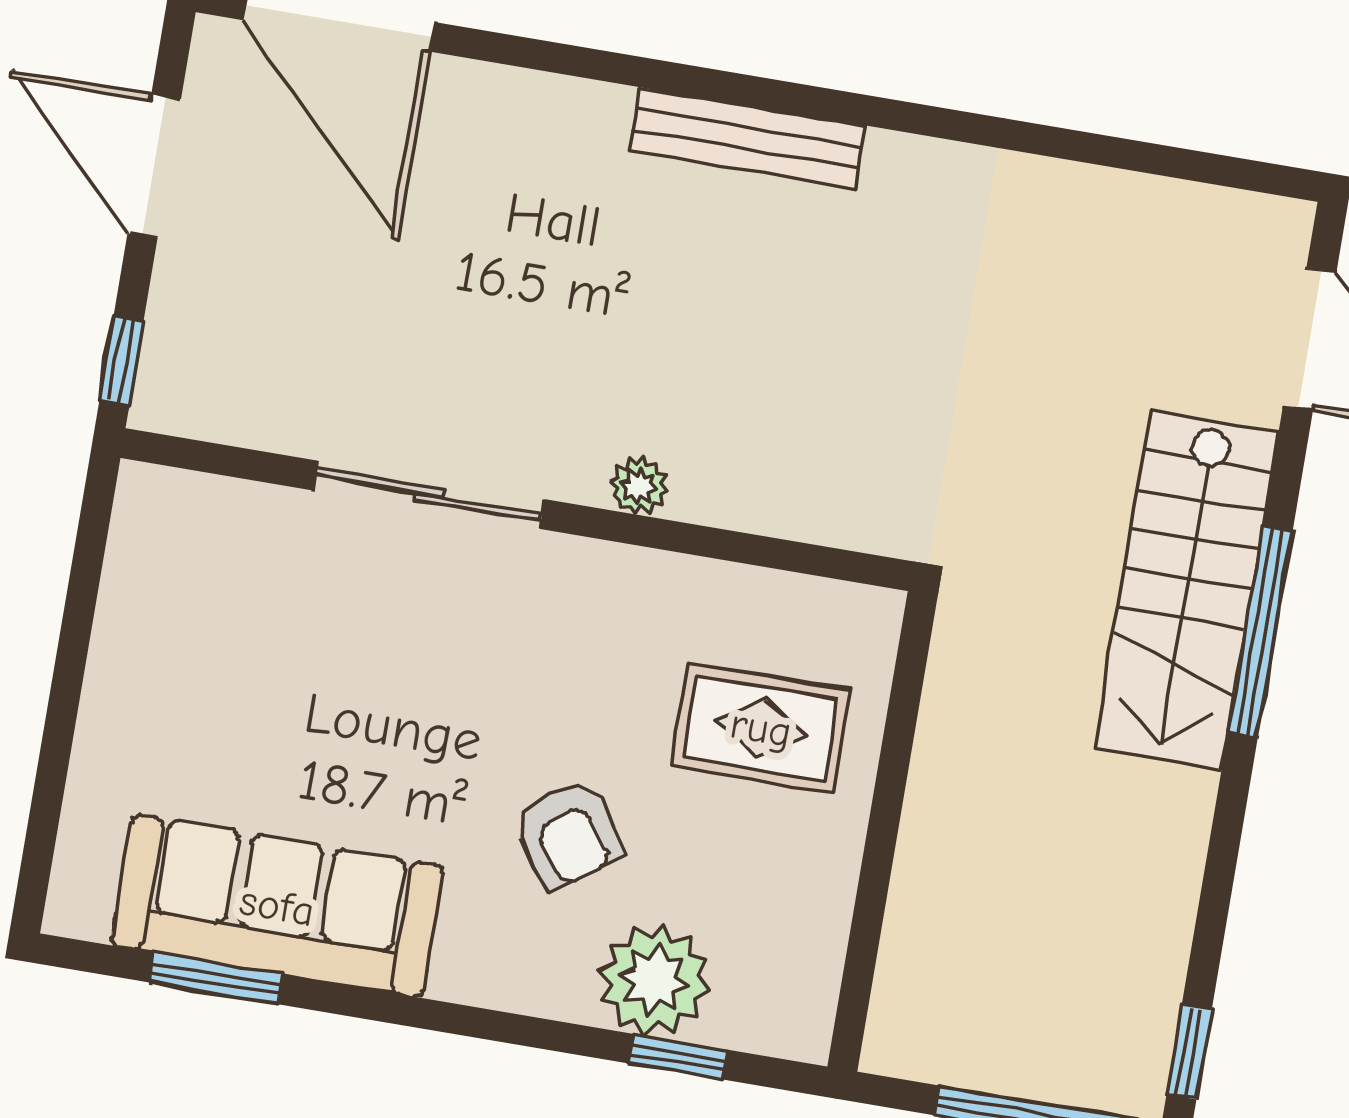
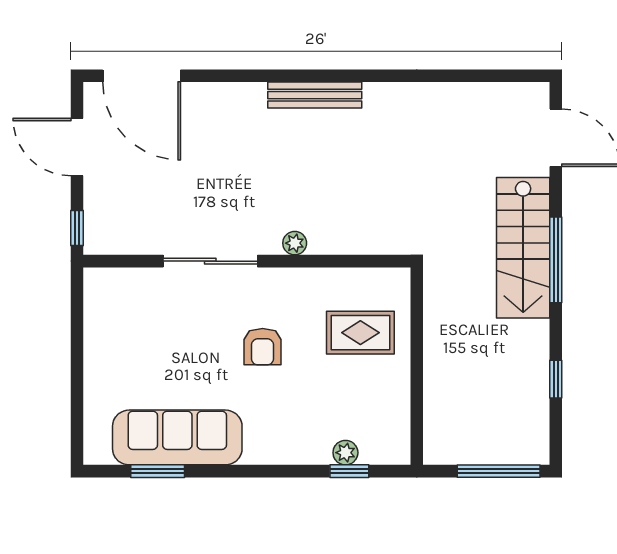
armchair: (568, 834) -> (263, 347), moved, turned 36
plant: (654, 980) -> (345, 453), width x0.53, depth x0.53
window: (1189, 1052) -> (556, 379), moved

